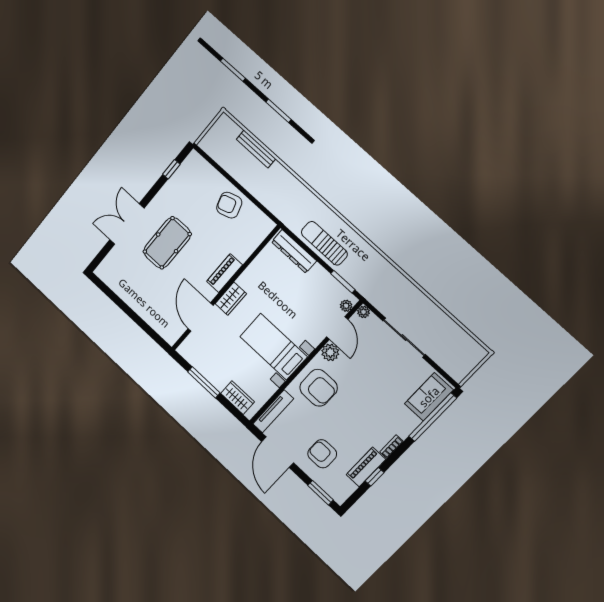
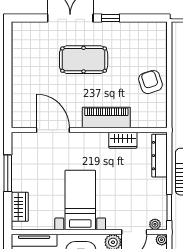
window: (171, 169) -> (111, 18), moved
piano: (225, 273) -> (106, 117), width x1.37, depth x1.33
wardrobe: (231, 299) -> (123, 140), moved
door: (201, 317) -> (53, 130), hinge flipped

